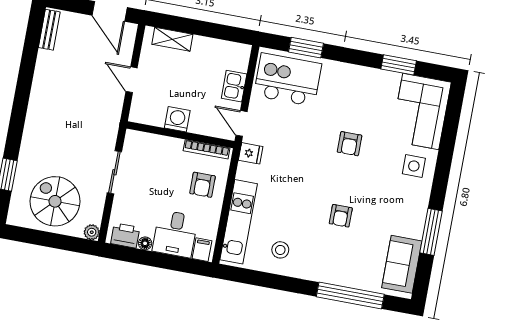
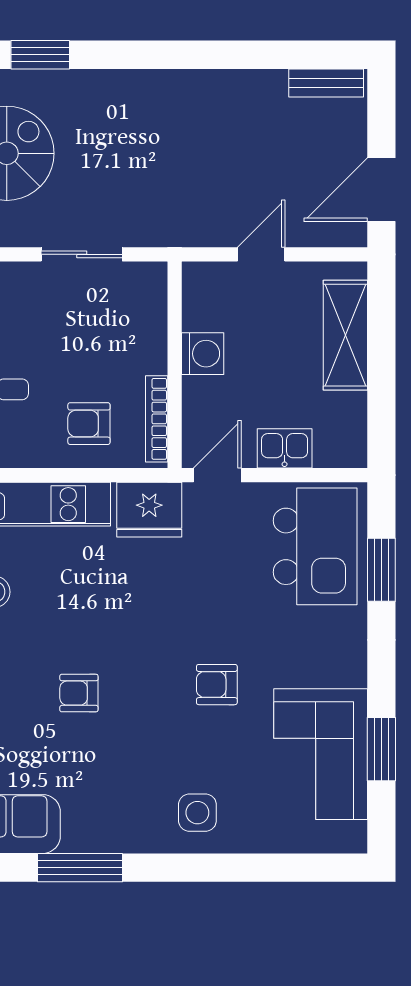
shelving: (172, 39) -> (345, 335), width x1.50, depth x1.33
corner sofa: (421, 111) -> (321, 754), moved, turned -90
fridge: (251, 153) -> (149, 510), width x1.88, depth x1.34

